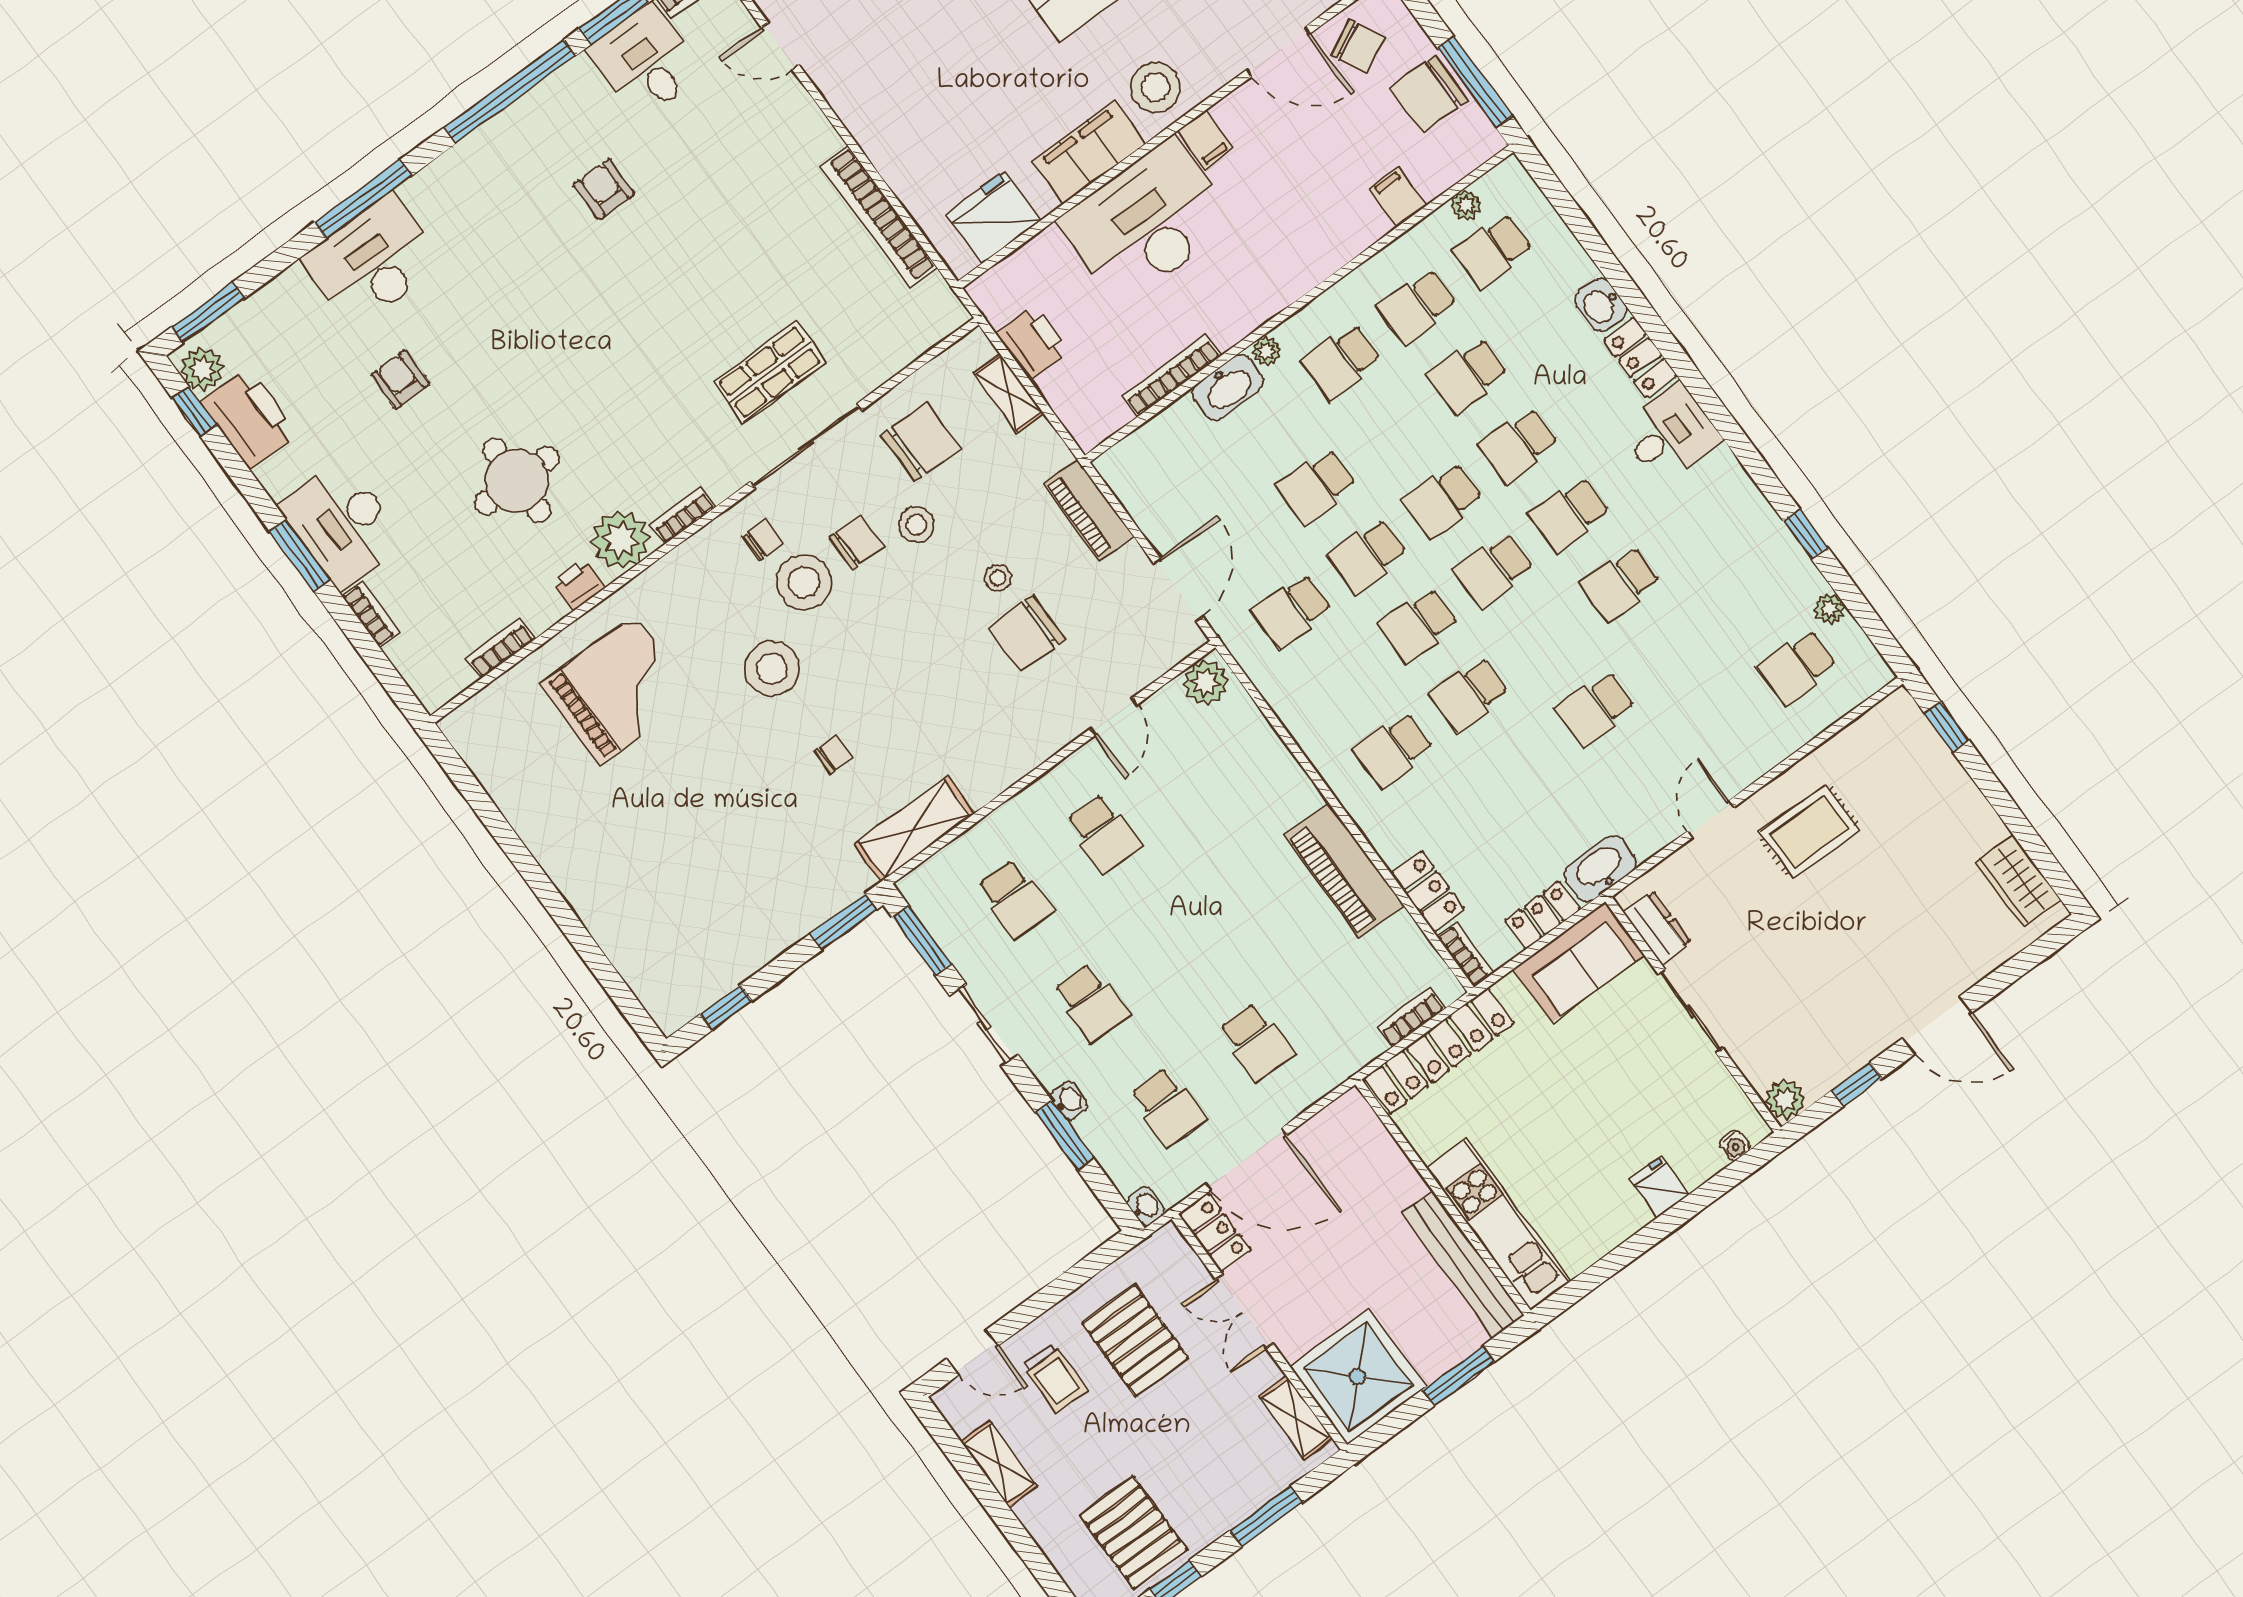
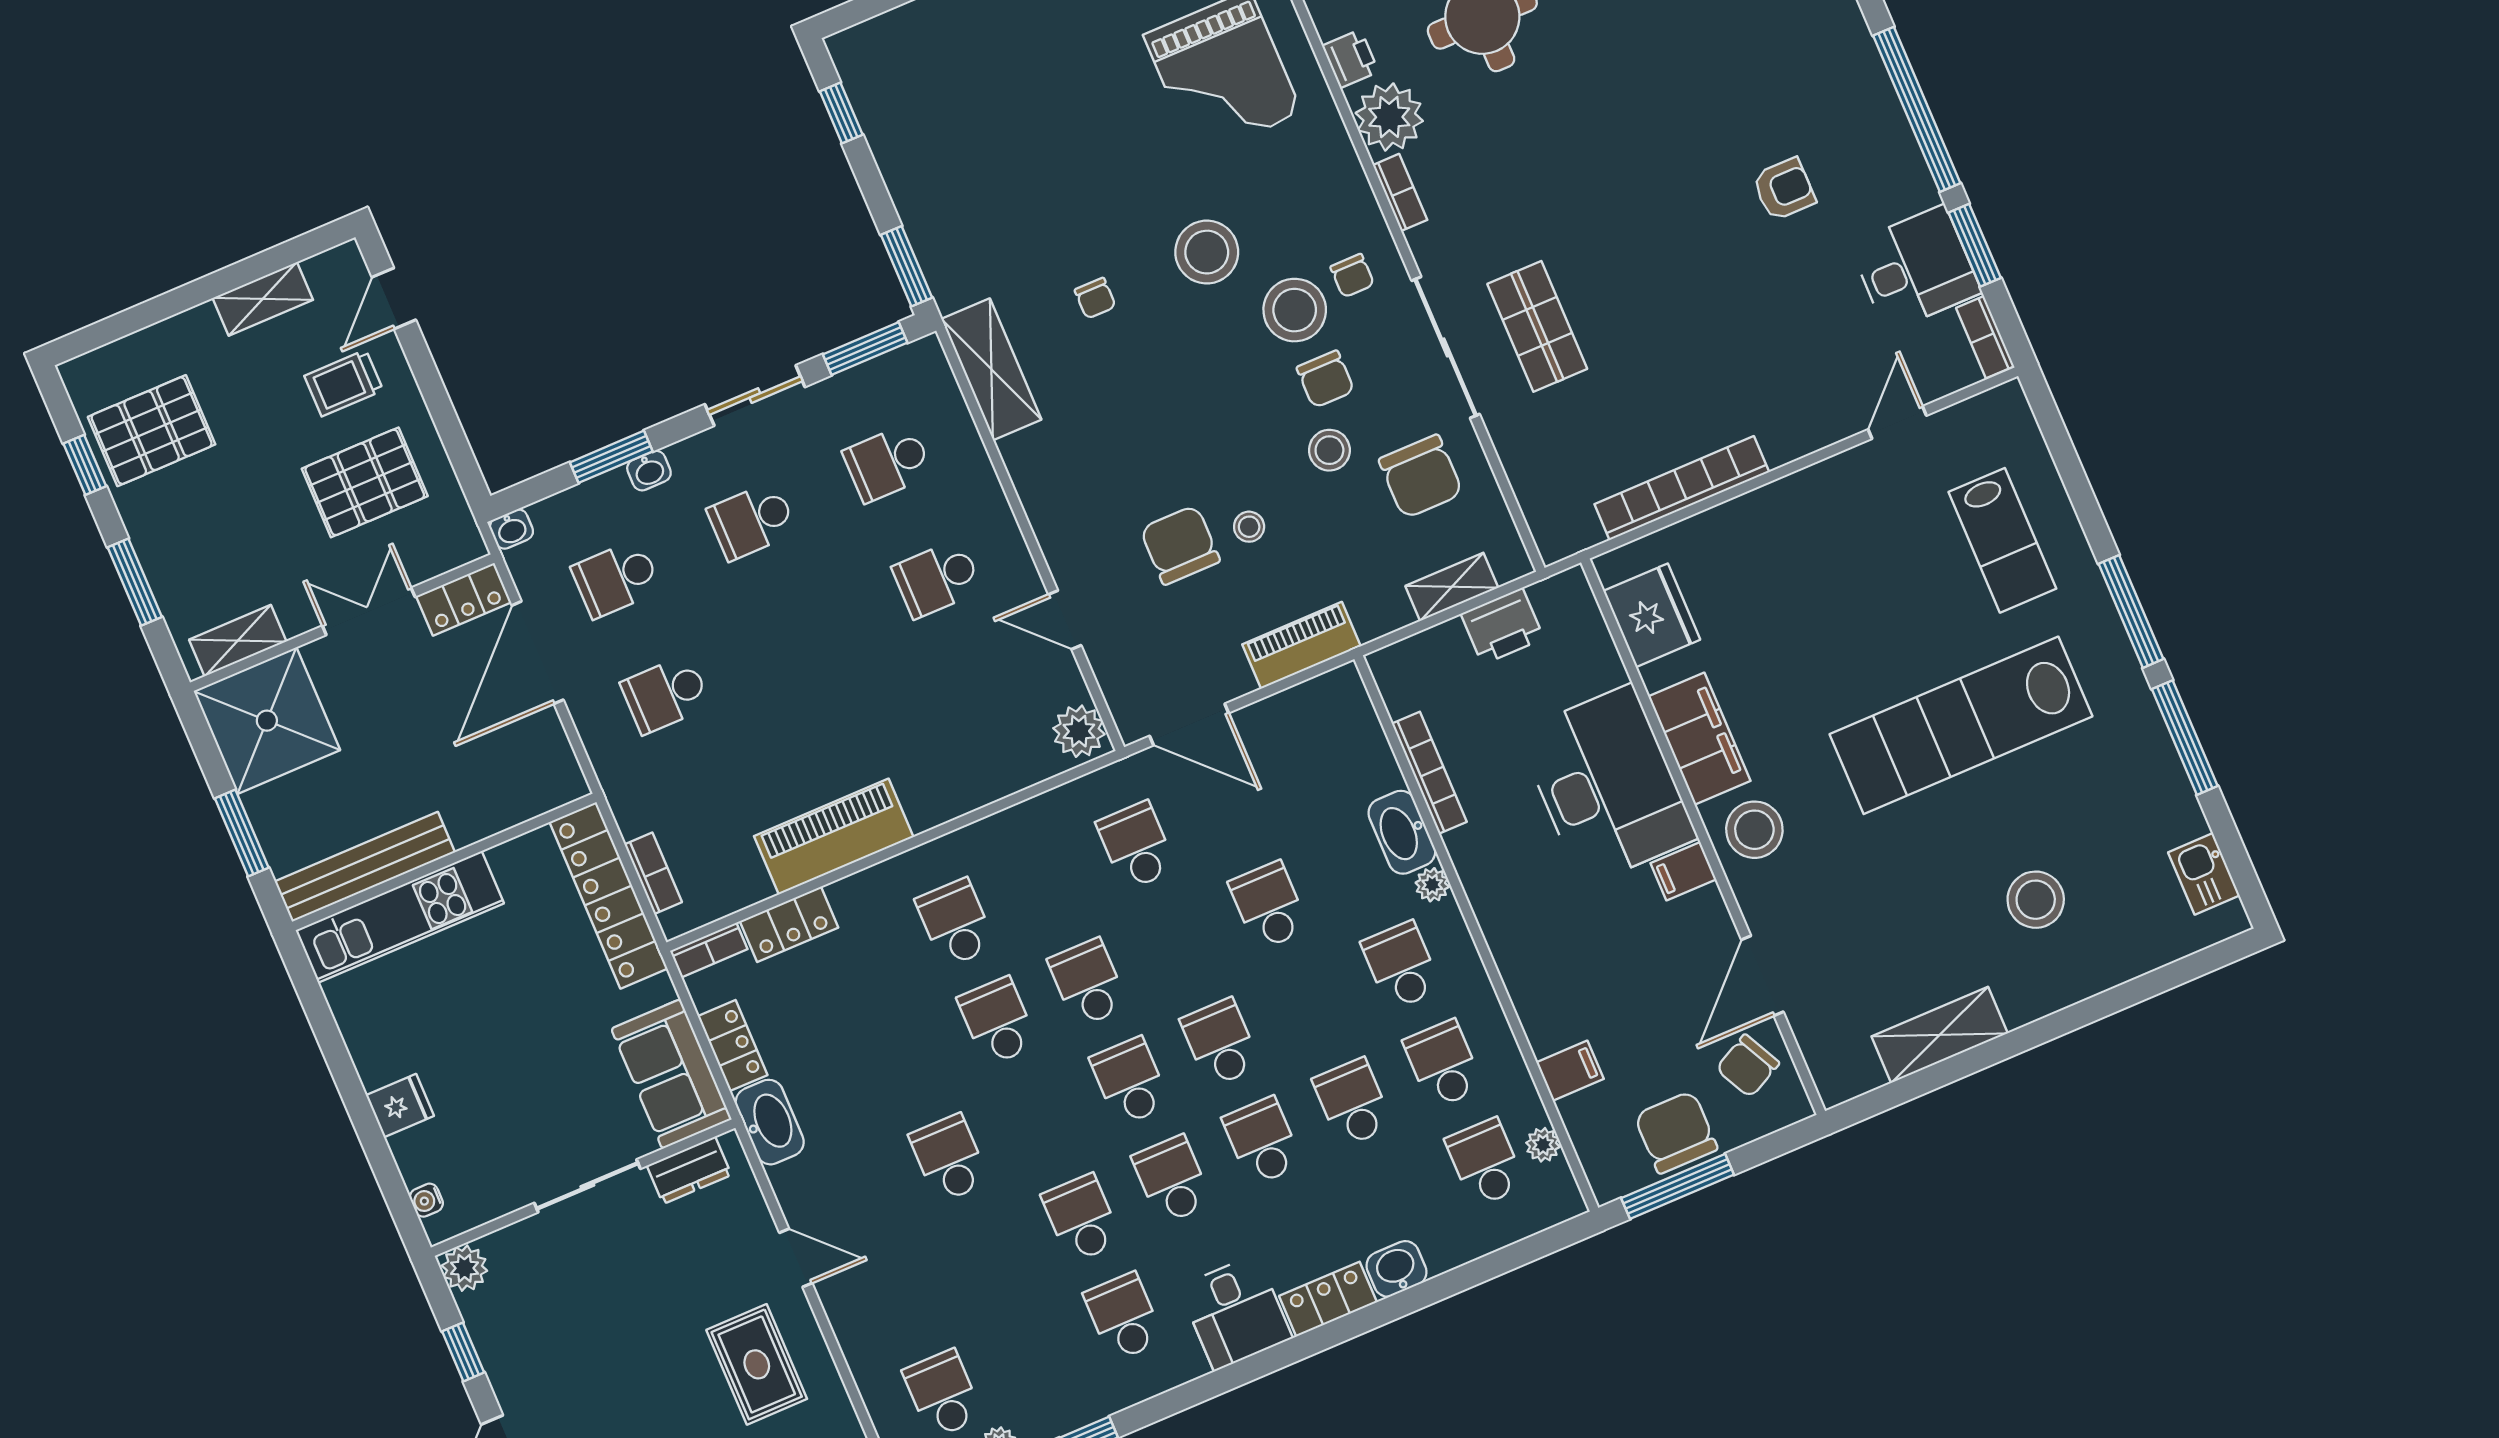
school desk: (1367, 556) -> (1124, 1317), moved

